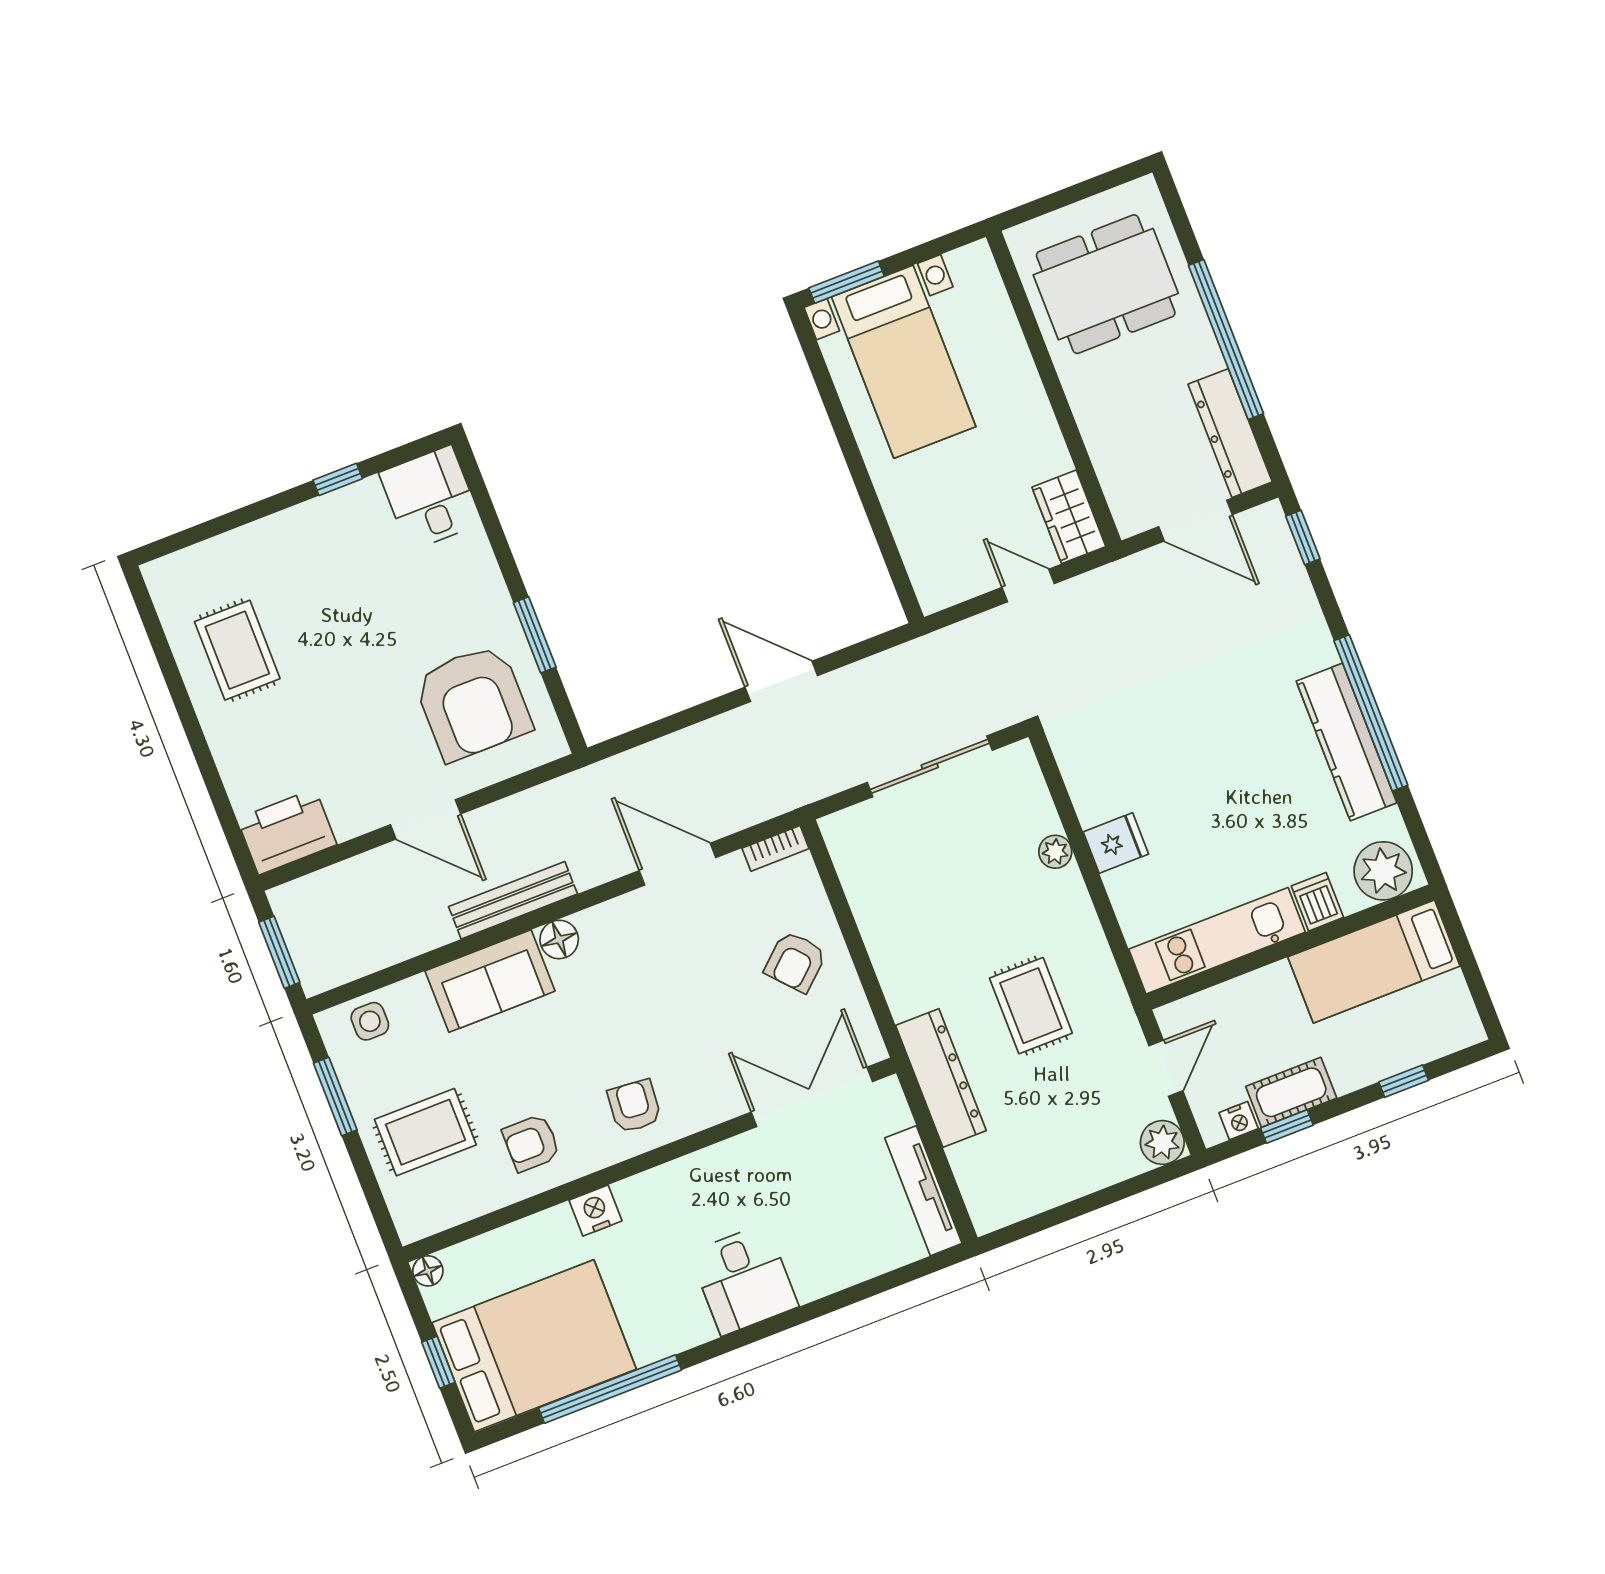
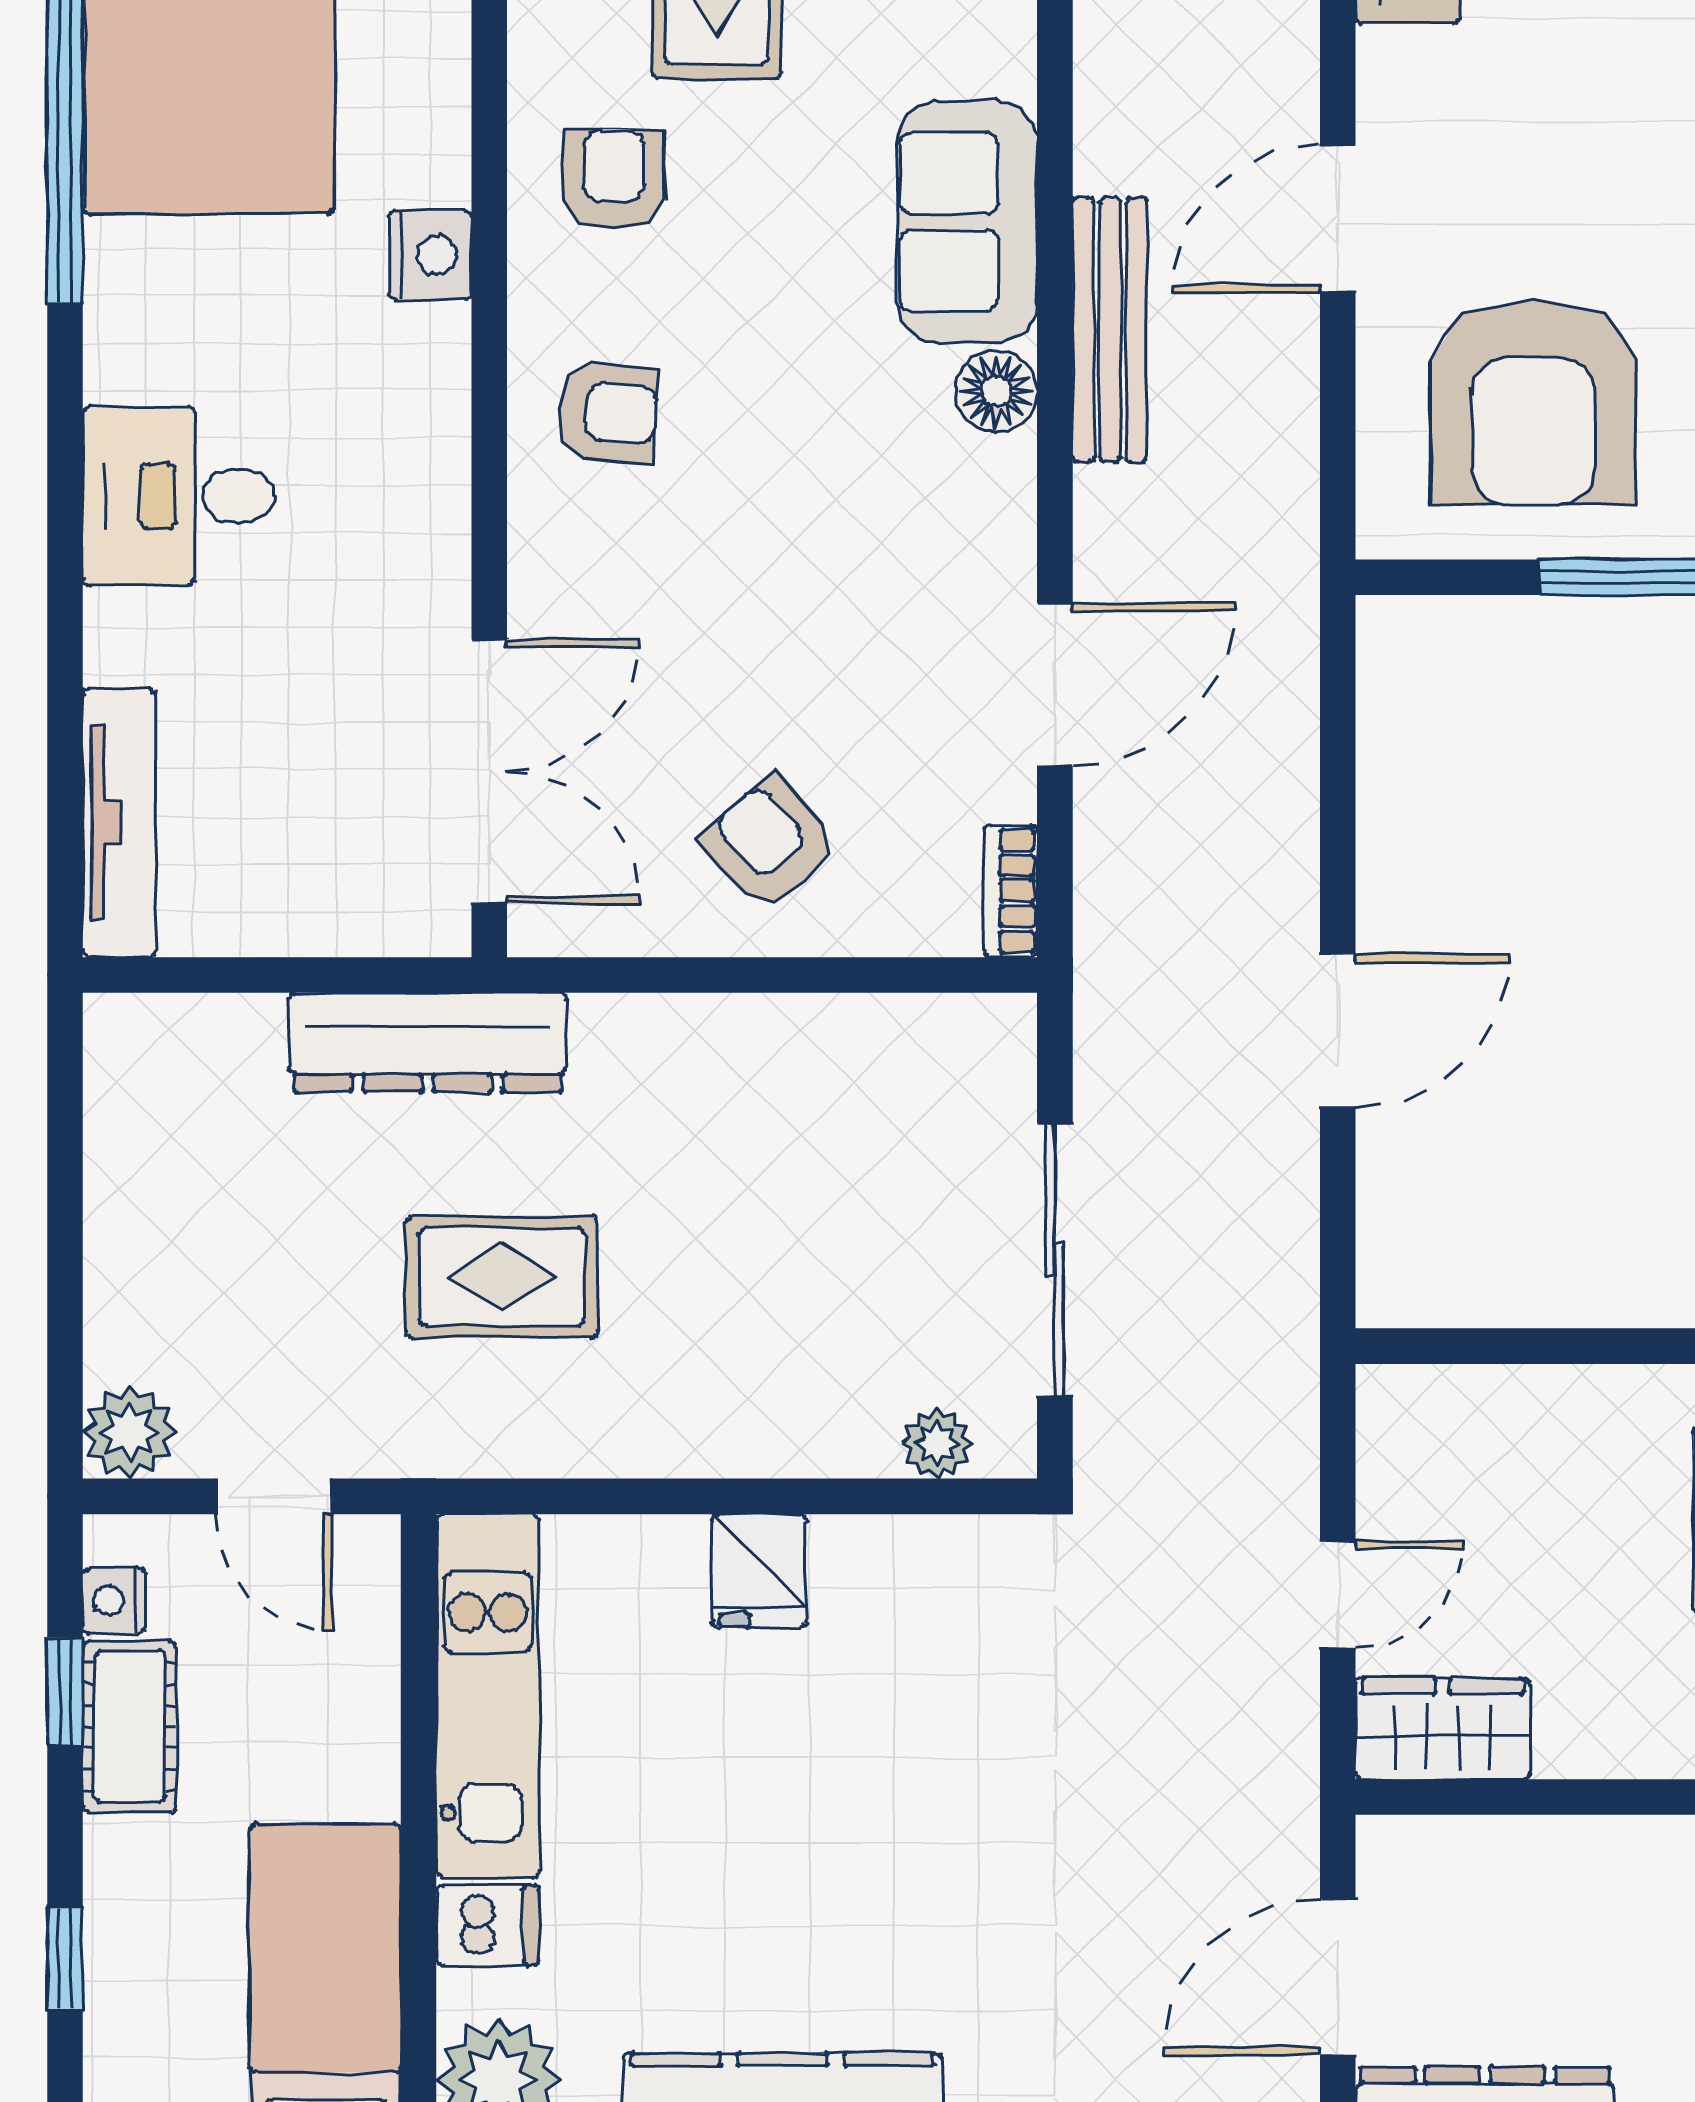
armchair: (473, 703) -> (1533, 402), turned -90
plant: (1055, 852) -> (937, 1444), moved
tv unit: (923, 1191) -> (119, 823), moved, turned 90

